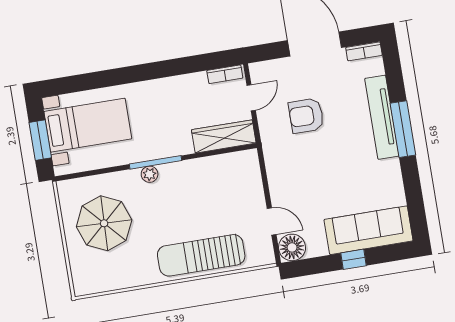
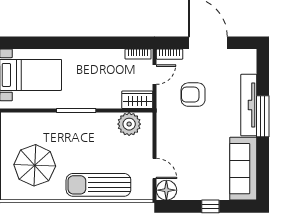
bookcase: (364, 51) -> (170, 54), moved
wardrobe: (224, 136) -> (137, 100), width x0.67
plant: (150, 174) -> (129, 124), moved, width x1.87, depth x1.87
parasol: (104, 223) -> (35, 165), moved
sofa: (368, 230) -> (243, 169), moved, turned -90

